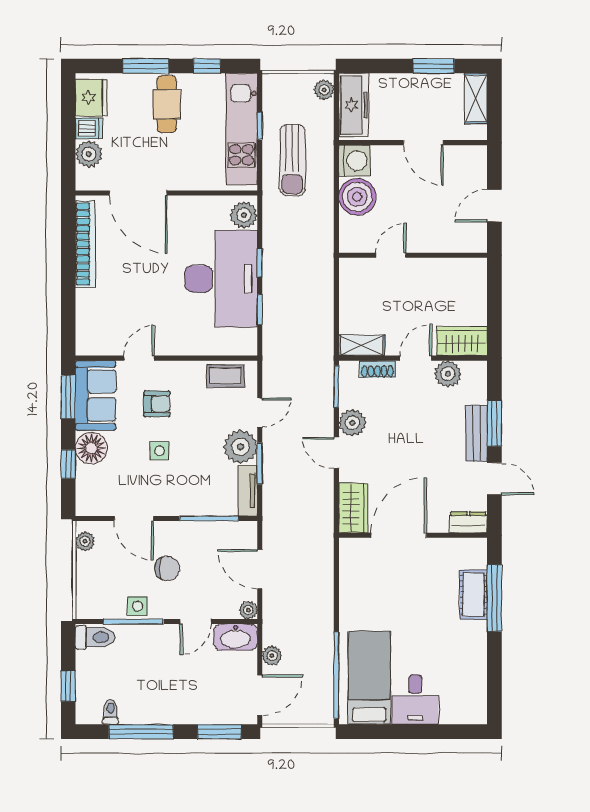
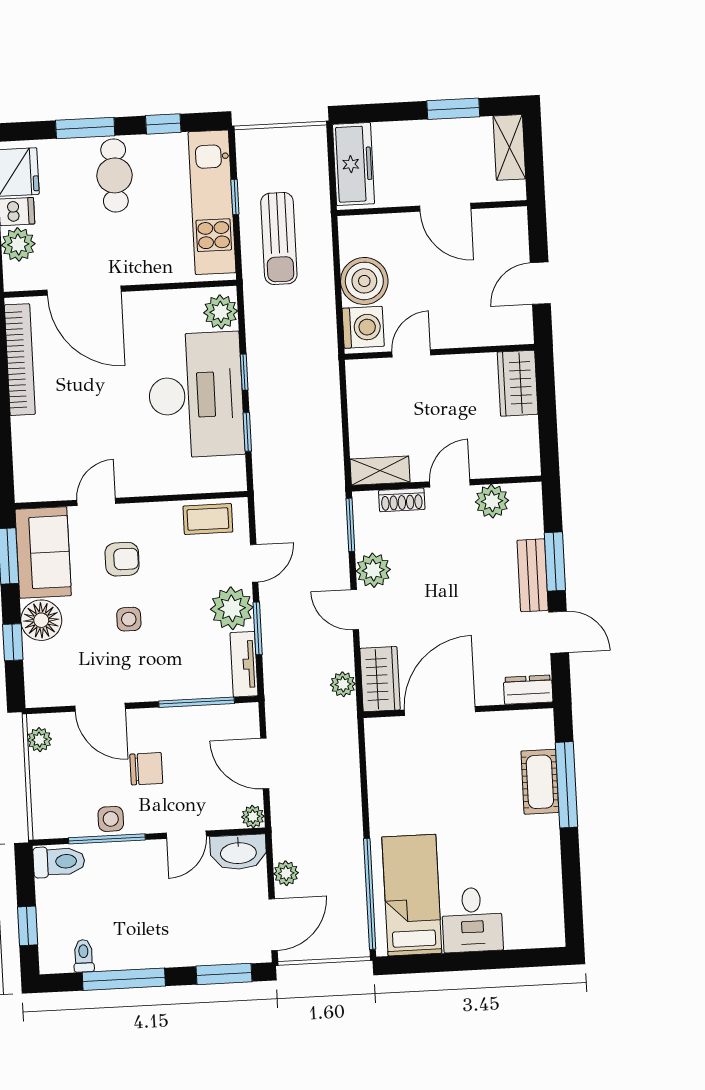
plant: (324, 90) -> (343, 684), moved
washing machine: (354, 161) -> (363, 327), moved
wardrobe: (462, 341) -> (518, 383), moved, turned -90

